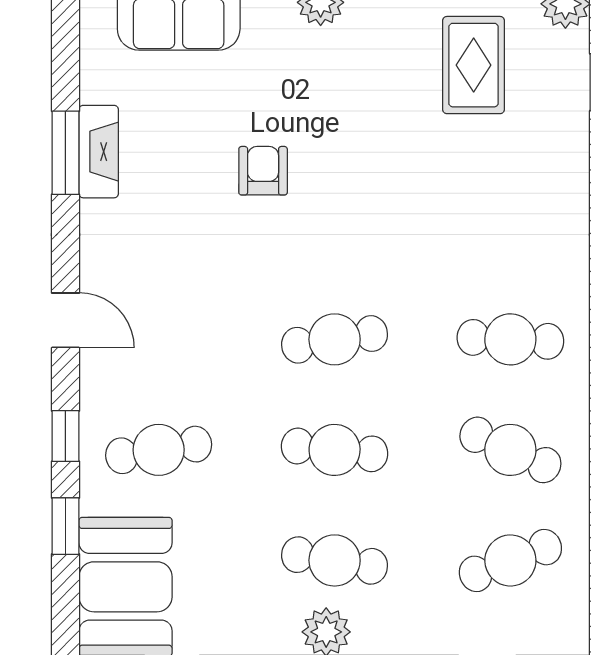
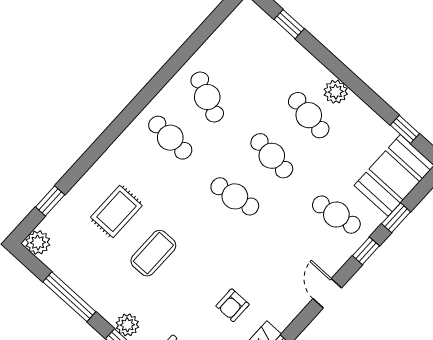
rug: (474, 65) -> (116, 211), moved
coffee table: (379, 144) -> (153, 253), added
armchair: (263, 171) -> (233, 305), moved
cafe table: (510, 560) -> (244, 56), removed

